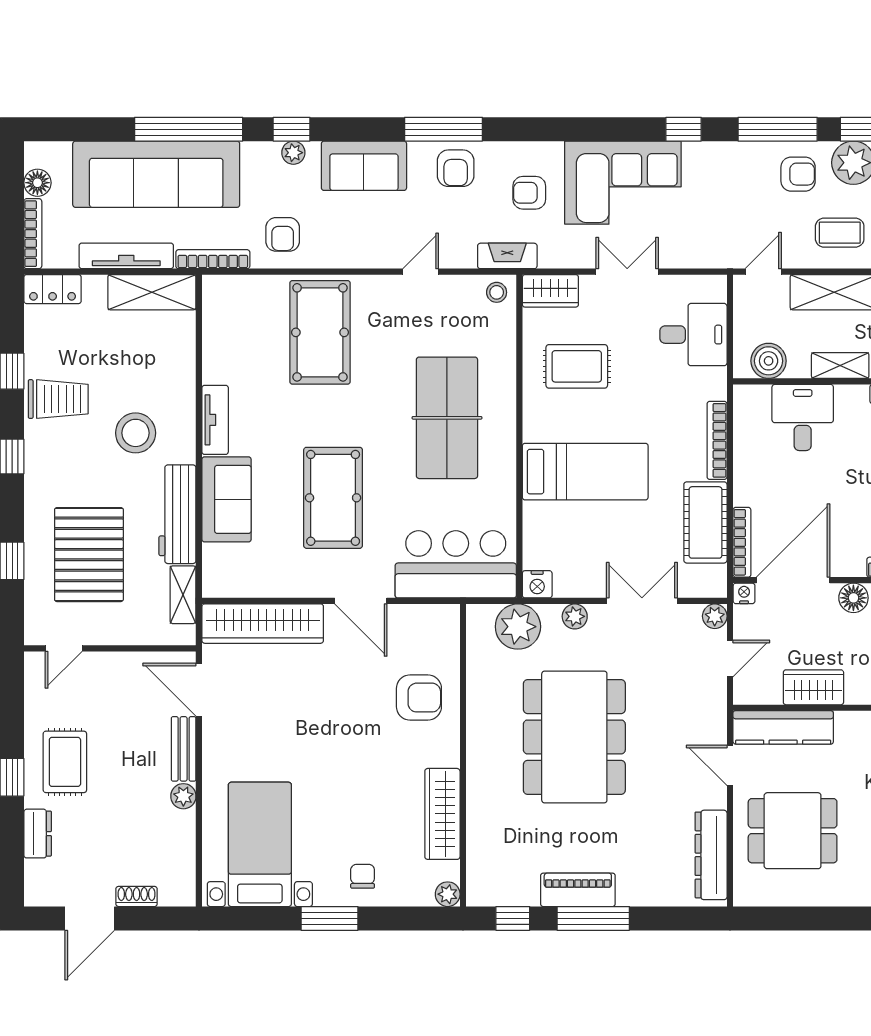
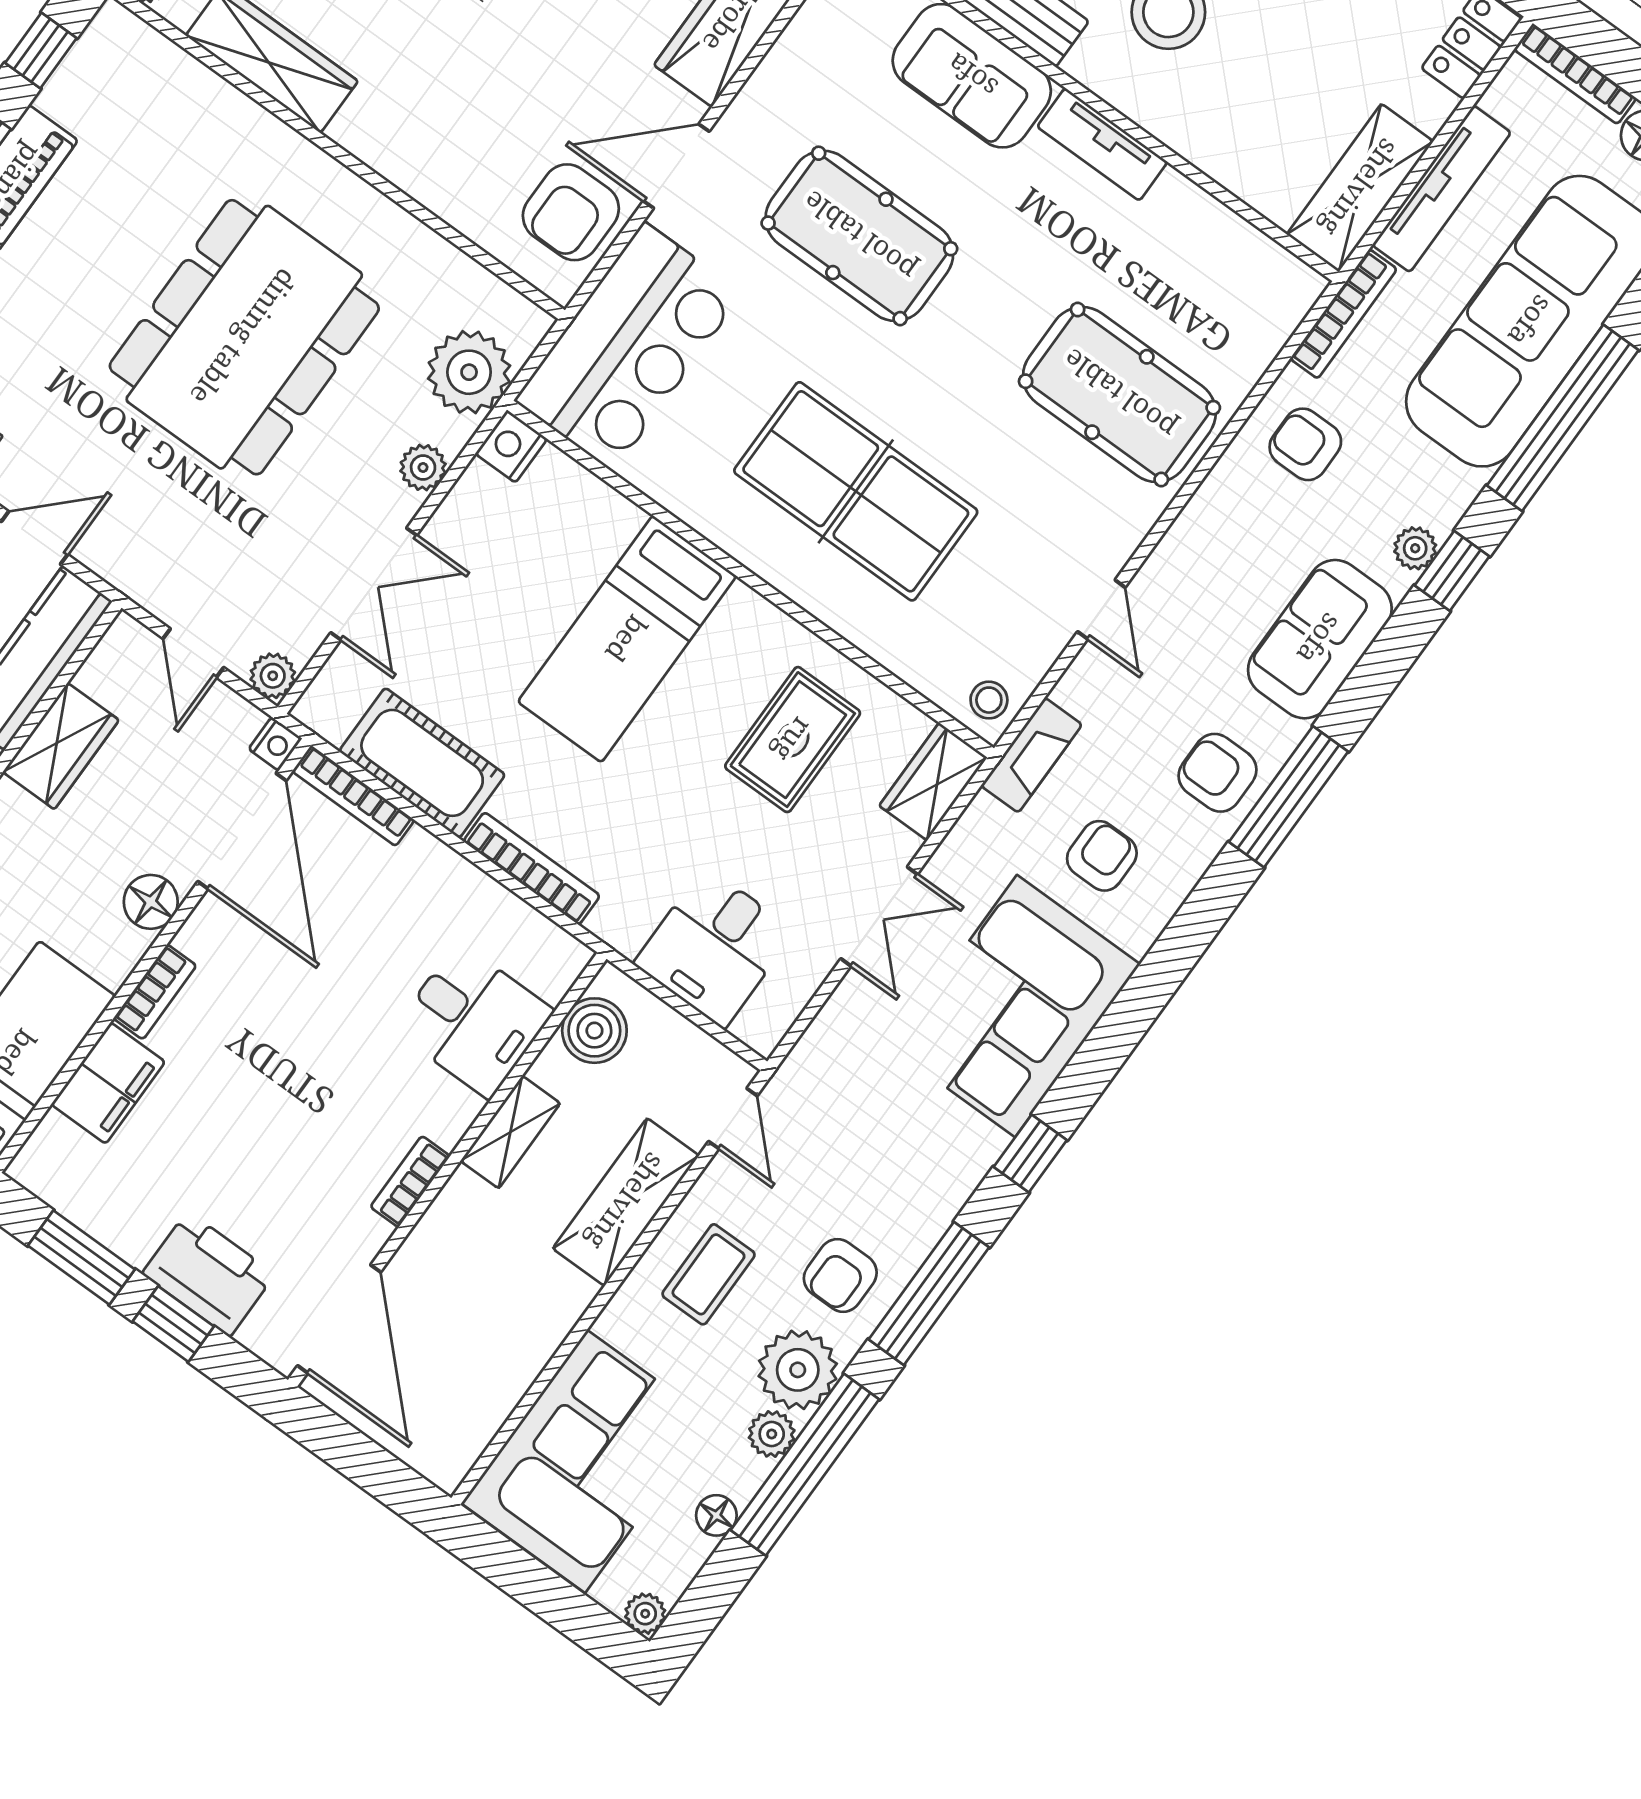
armchair: (419, 698) -> (571, 212), moved
dining table: (574, 737) -> (244, 337), turned 90

